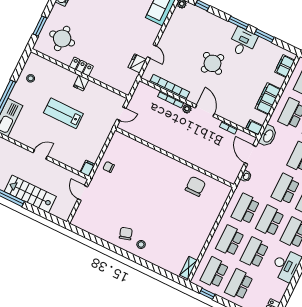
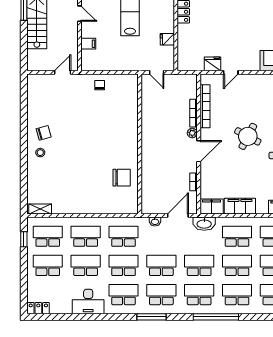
fridge: (81, 83) -> (167, 39), moved
filing cabinet: (254, 127) -> (212, 206), width x2.00
filing cabinet: (88, 168) -> (88, 44), moved

